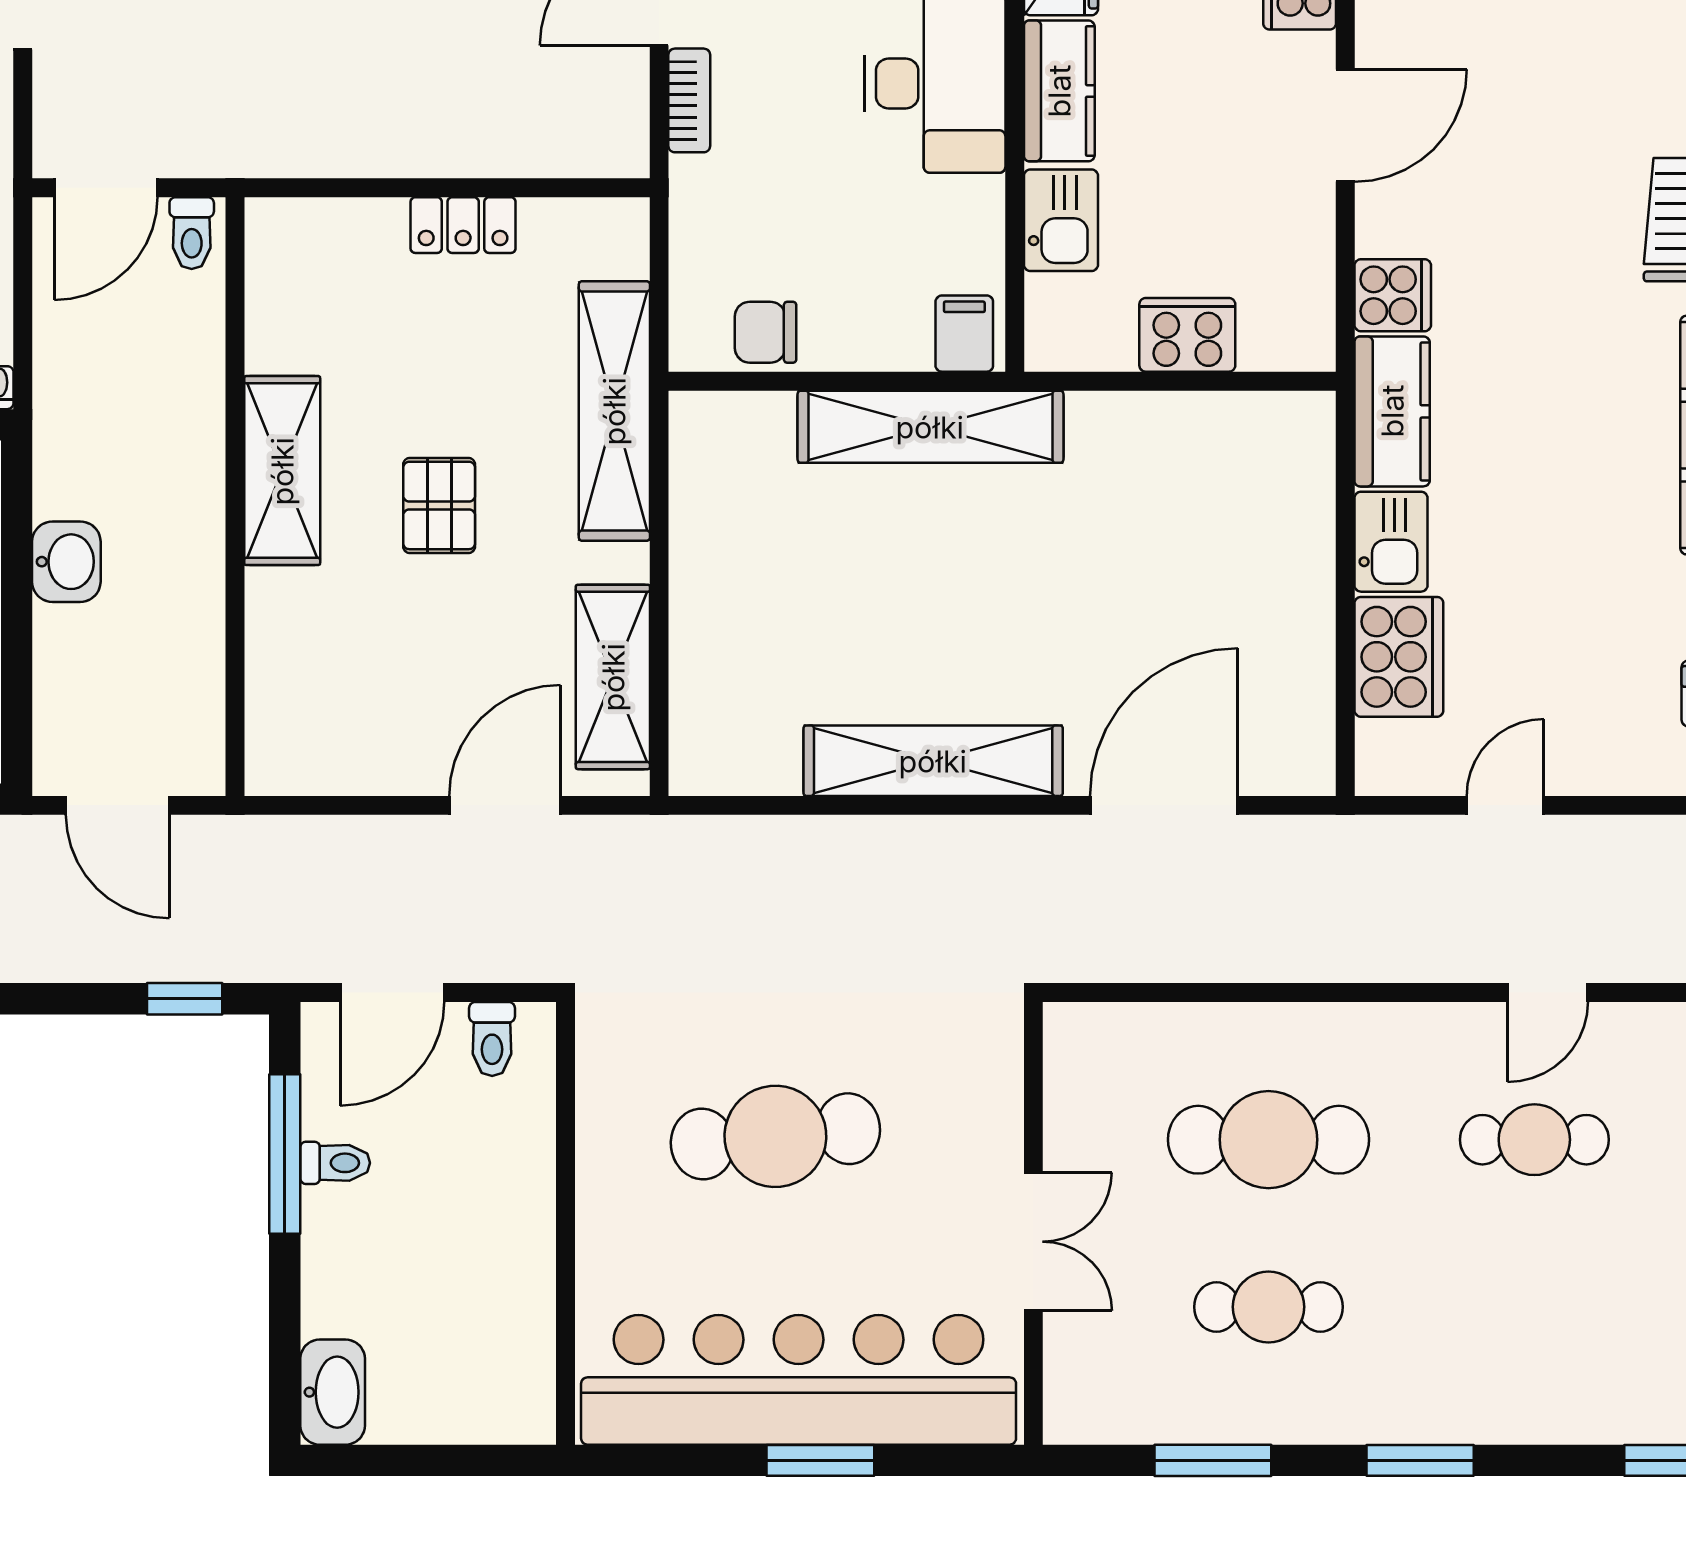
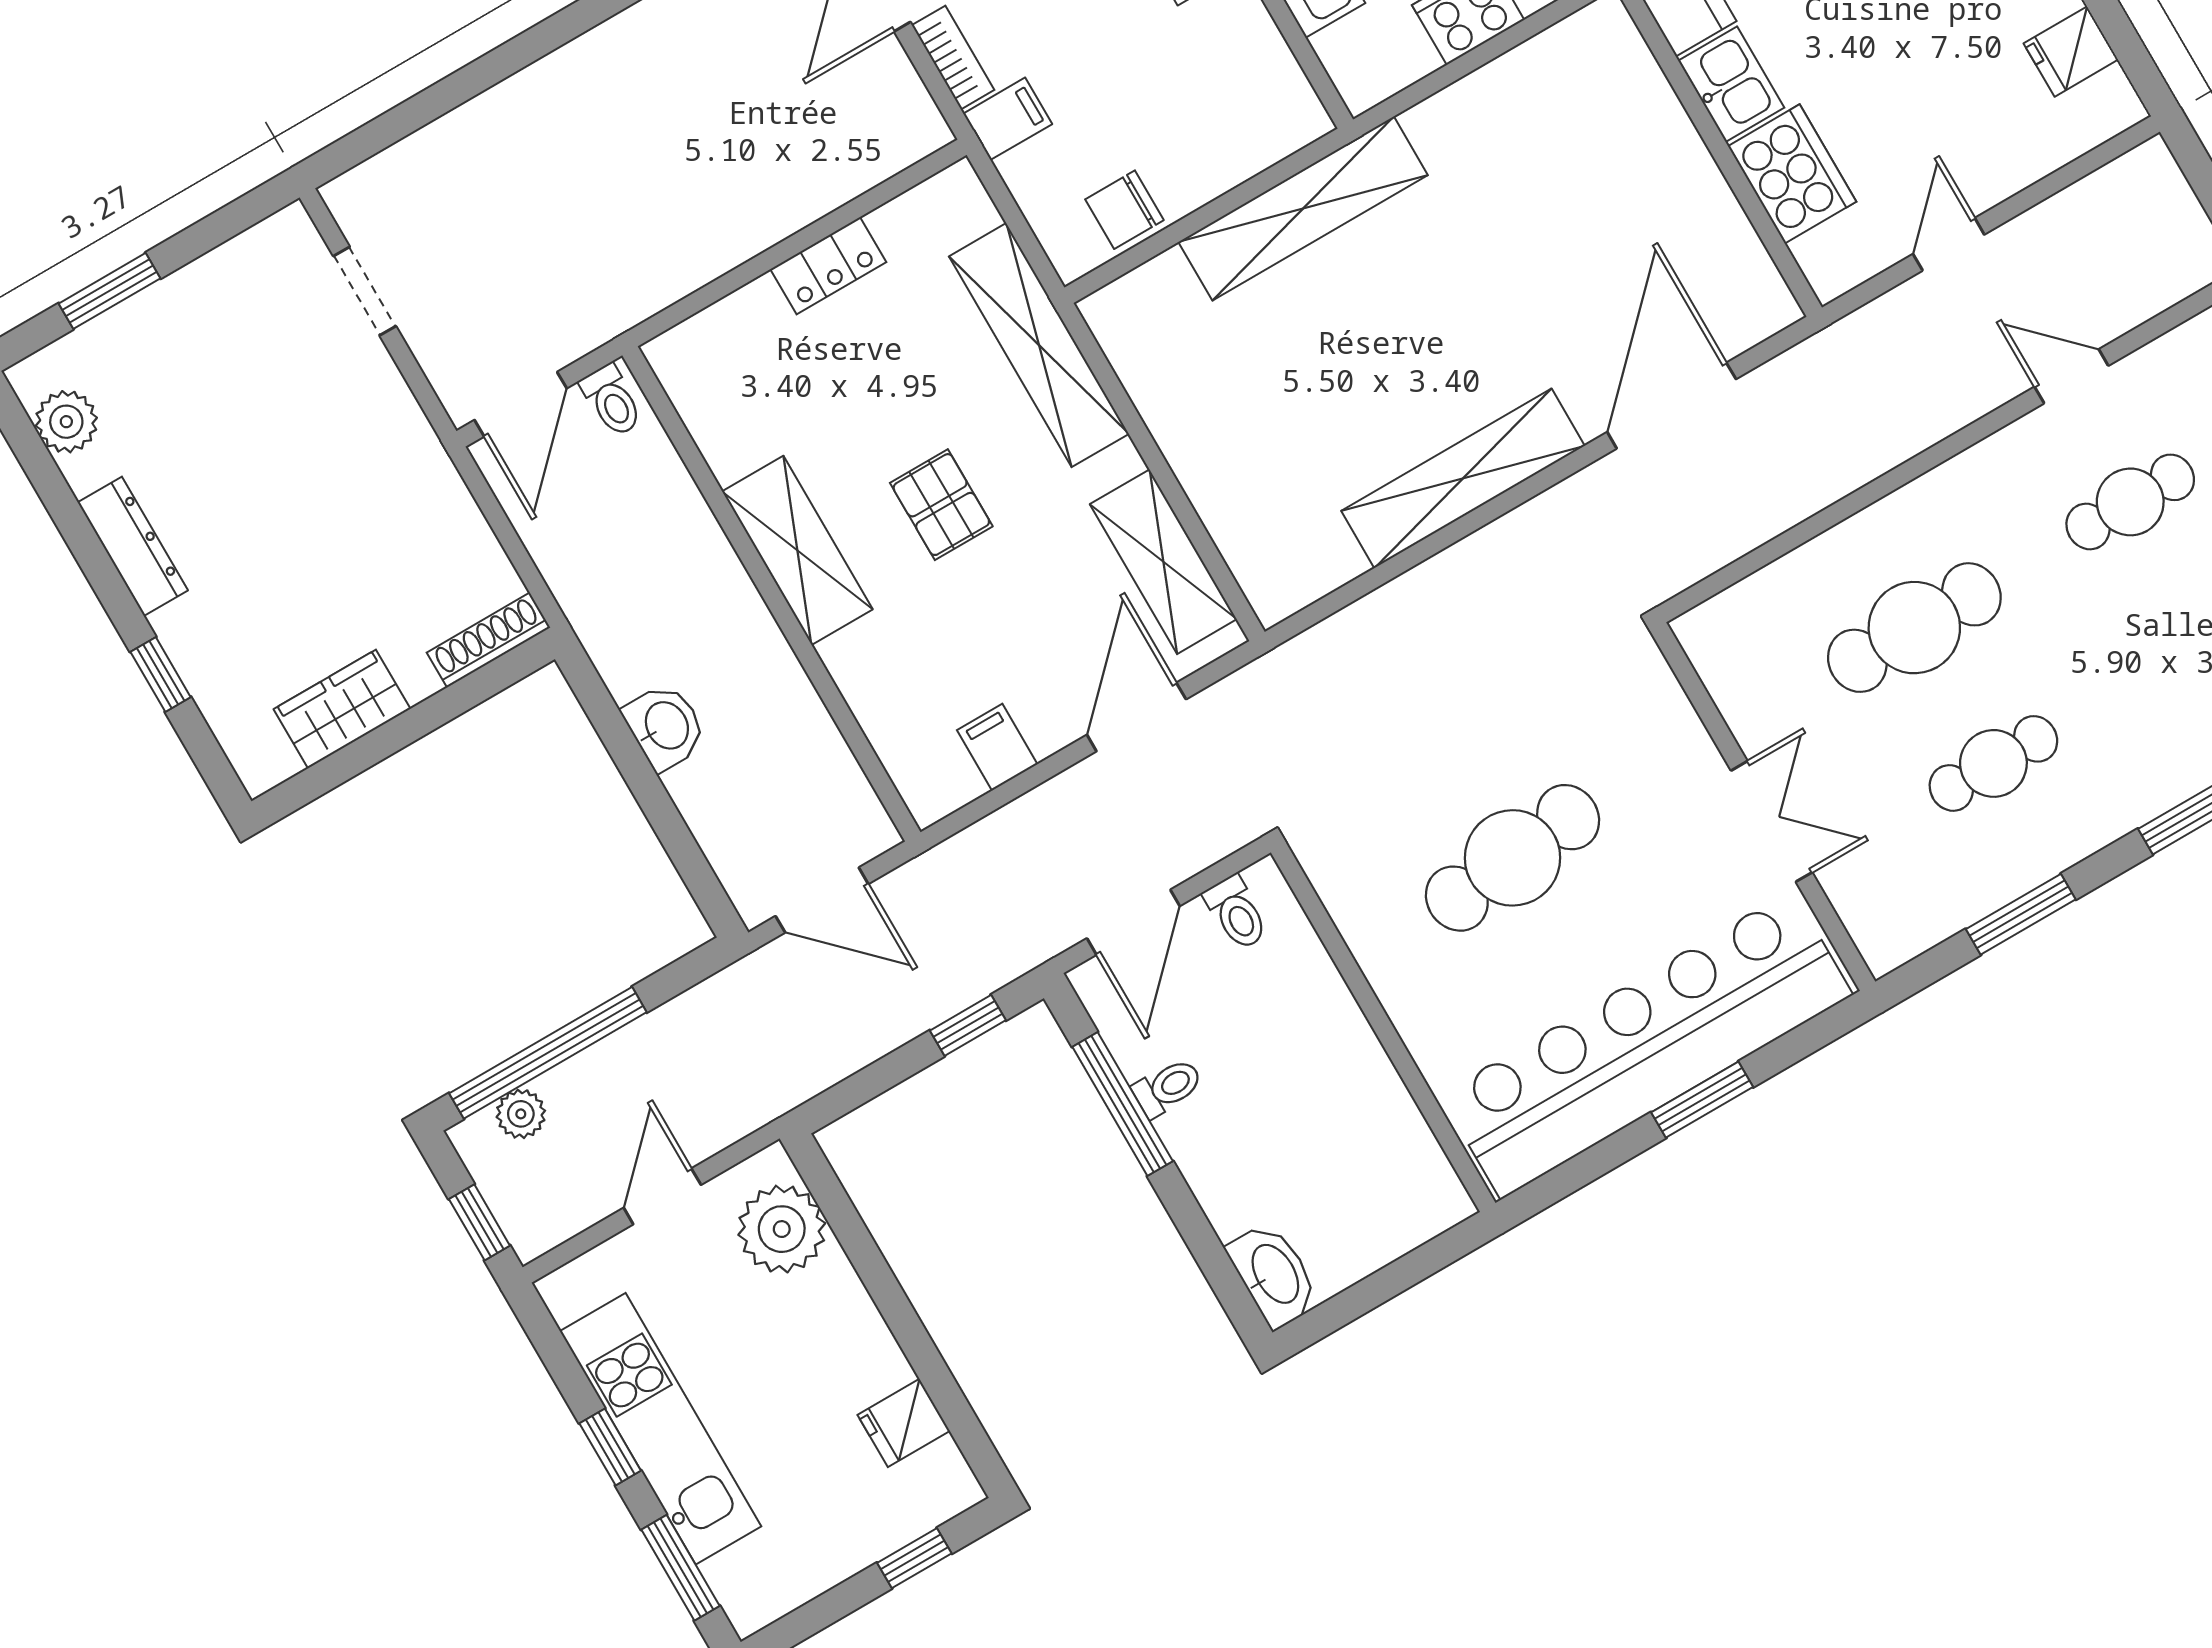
filing cabinet: (964, 334) -> (1008, 119), moved, turned 90
filing cabinet: (361, 759) -> (997, 747), added
door: (1548, 993) -> (2071, 376), swing flipped

